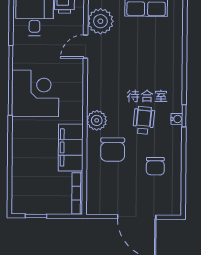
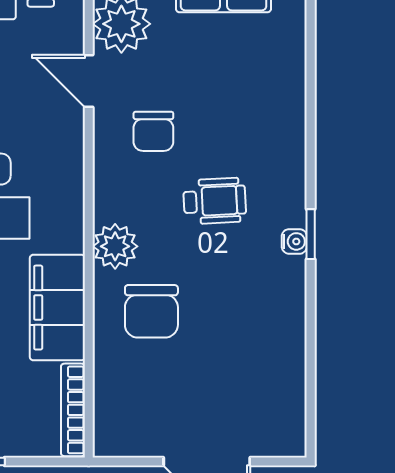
door: (86, 47) -> (89, 81), hinge flipped
wheelchair: (144, 120) -> (215, 201), moved, turned 82
chair: (155, 166) -> (153, 131), moved

